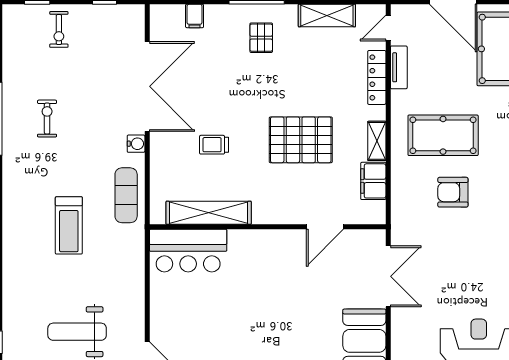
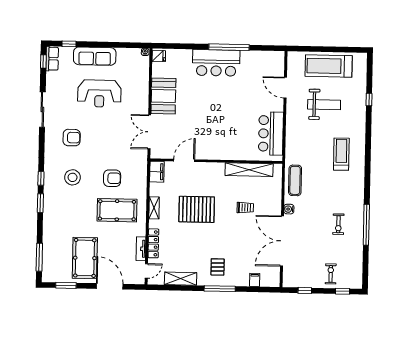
filing cabinet: (373, 181) -> (157, 172), moved
treadmill: (69, 225) -> (341, 154), moved
bar counter: (188, 251) -> (271, 133), moved, turned -90

